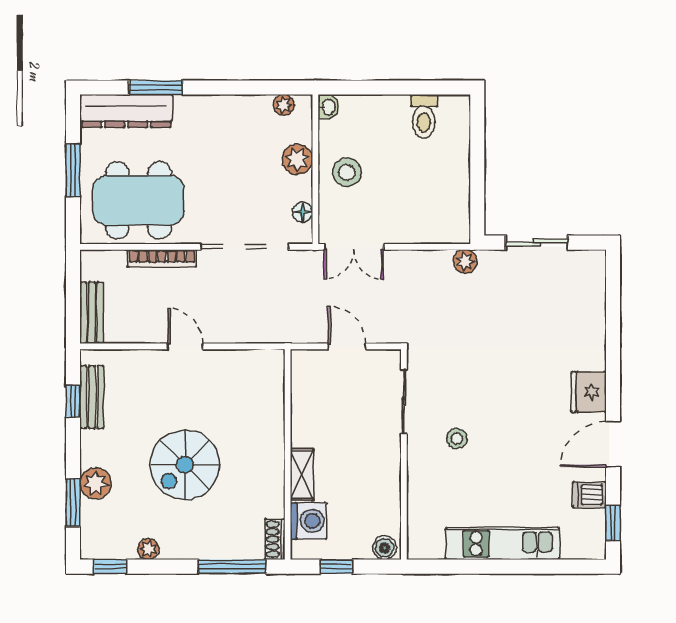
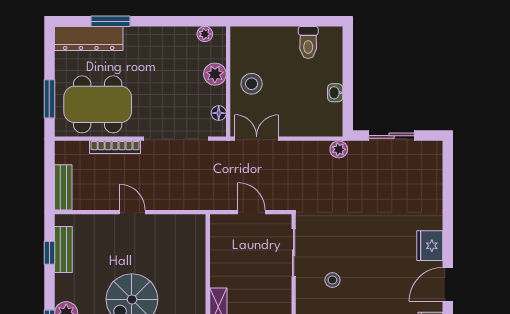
washbasin: (328, 107) -> (335, 93), moved, turned 180
window: (73, 170) -> (49, 99), moved
double door: (354, 247) -> (257, 139), swing flipped

